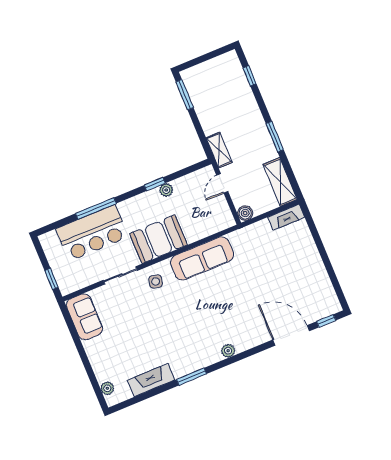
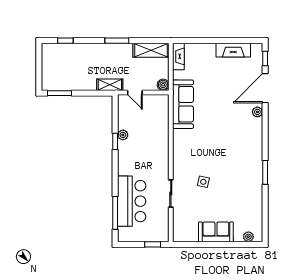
window: (96, 208) -> (115, 213), moved
booth: (158, 239) -> (156, 155), removed
sofa: (202, 258) -> (183, 104), moved
side table: (156, 281) -> (203, 182), moved
sofa: (84, 317) -> (216, 232), moved
plant: (228, 351) -> (257, 112), moved
fireplace: (151, 380) -> (233, 50), moved, turned -90

